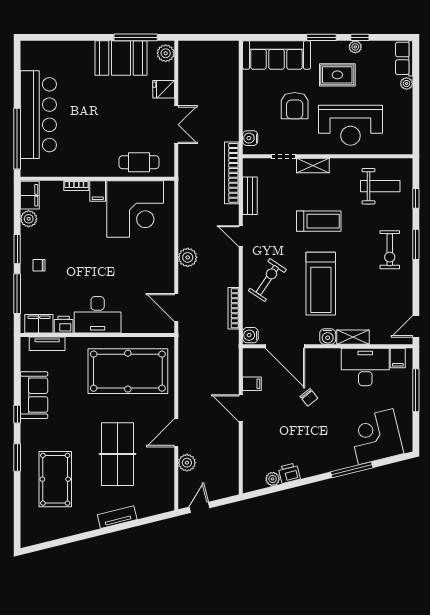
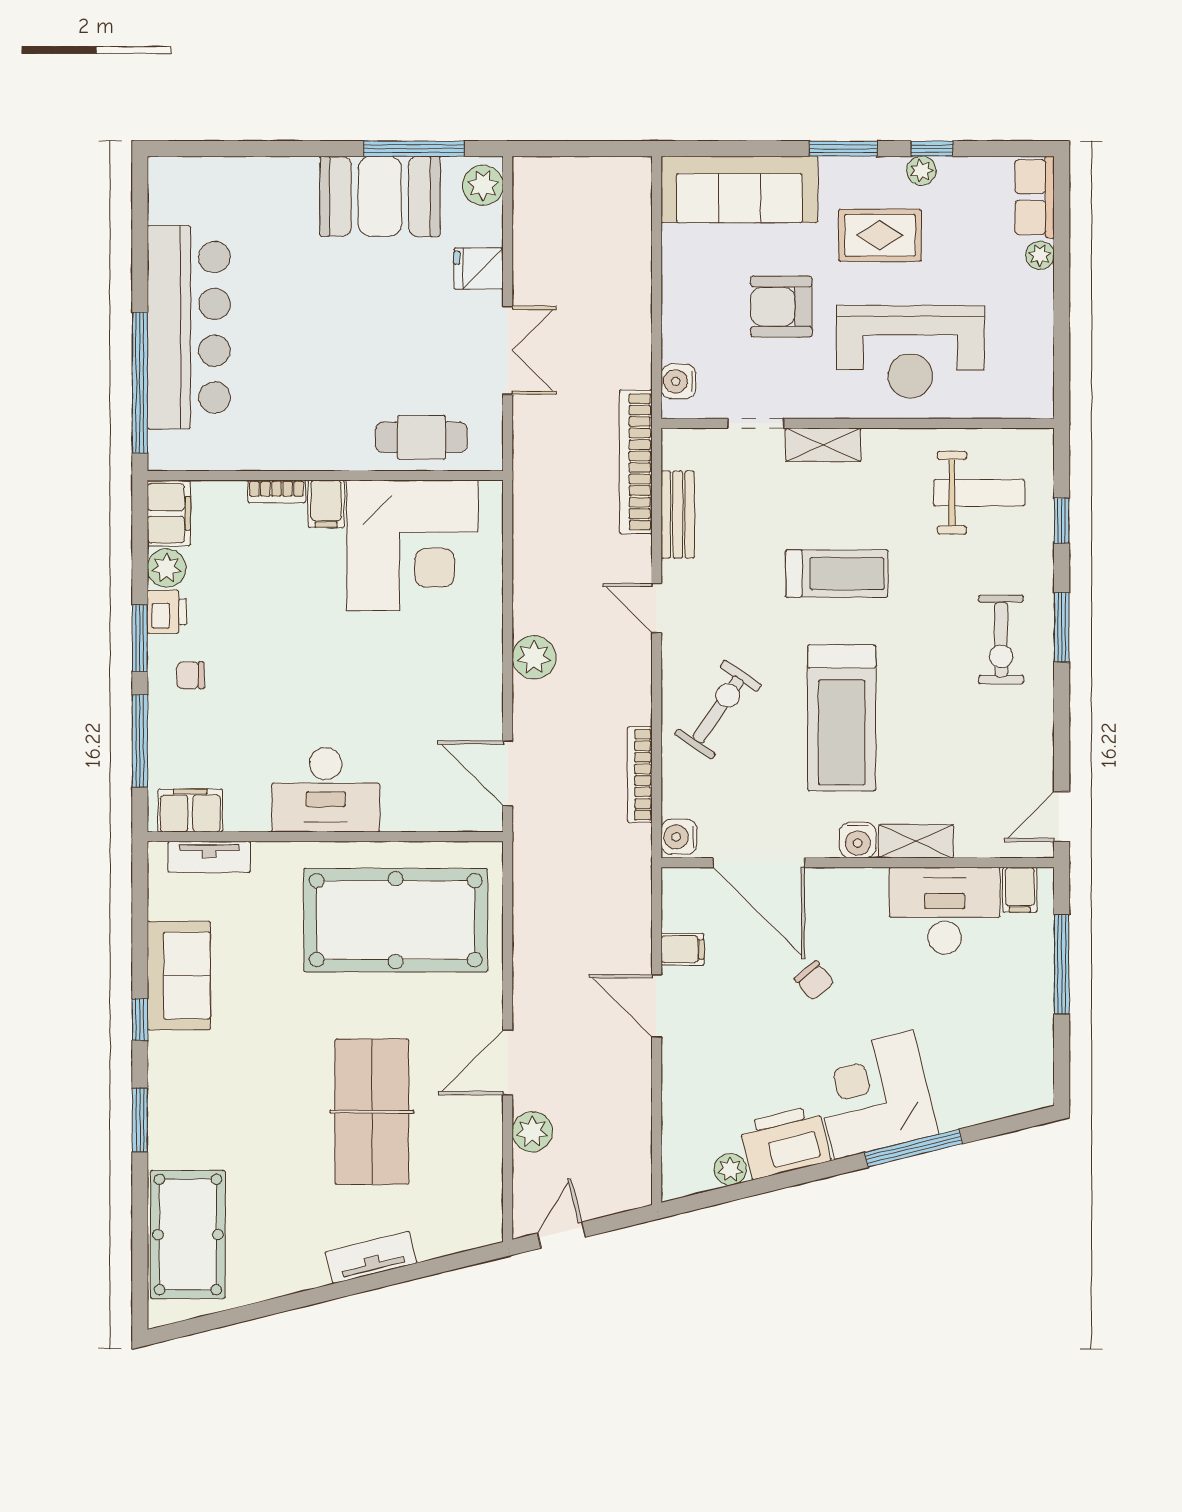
armchair: (295, 106) -> (781, 307), turned 90
printer: (64, 325) -> (167, 612), moved, turned 90
corner desk: (376, 437) -> (874, 1095), moved
printer: (289, 473) -> (785, 1142), width x1.87, depth x1.48
pool table: (55, 479) -> (188, 1235), moved

